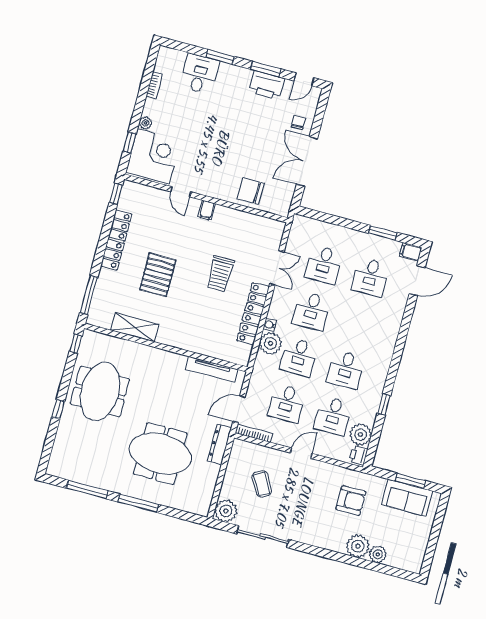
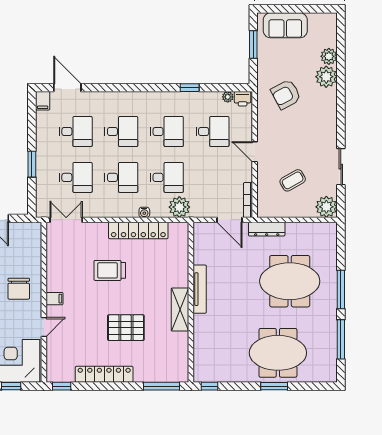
chair: (251, 191) -> (19, 289), moved
window: (383, 233) -> (32, 164), moved
double door: (277, 268) -> (66, 220), moved
trolley: (220, 274) -> (110, 270), turned 180
shelving: (135, 327) -> (180, 310), moved
plant: (271, 343) -> (179, 207), moved
tv unit: (211, 369) -> (200, 289), moved
meeting table: (100, 391) -> (278, 353), moved
desk: (287, 403) -> (121, 132), moved
window: (58, 409) -> (274, 386), width x1.50
plant: (361, 434) -> (228, 97), width x0.53, depth x0.53
meeting table: (160, 453) -> (290, 281), turned 90
sofa: (407, 498) -> (285, 25), moved, turned 90
armchair: (351, 500) -> (286, 94), turned -118
sliding door: (263, 537) -> (341, 167), width x0.73

